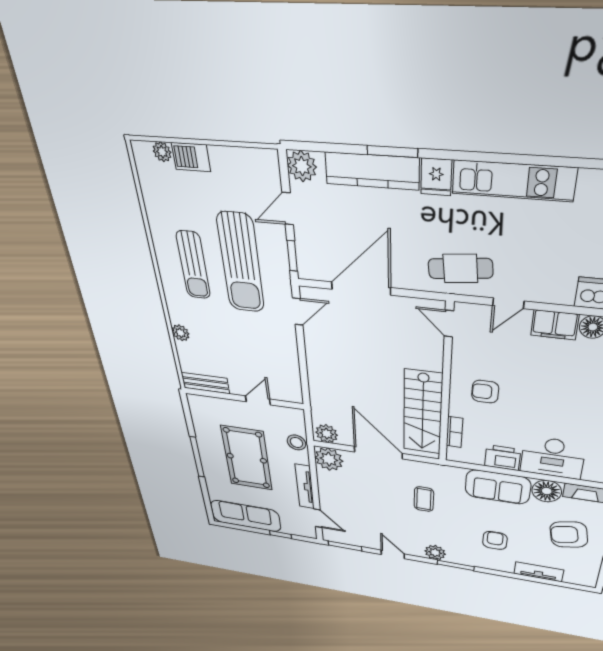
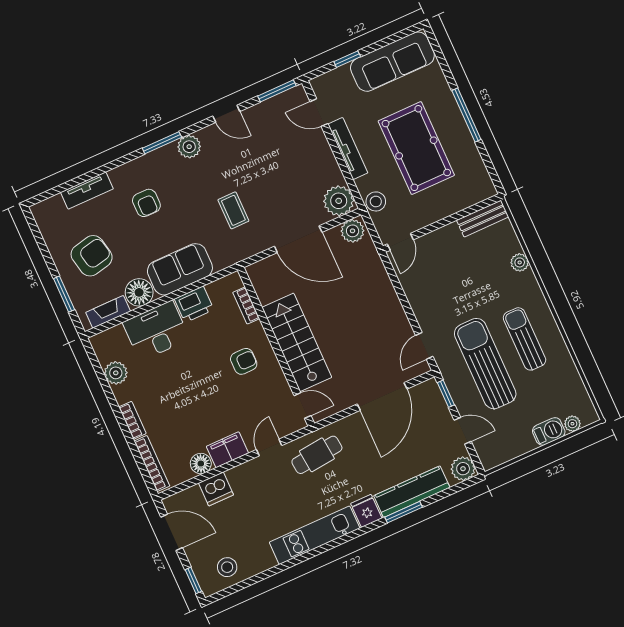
door: (288, 209) -> (463, 431), hinge flipped
door: (258, 400) -> (400, 242), moved
stairs: (423, 413) -> (297, 342), moved

